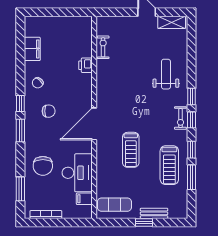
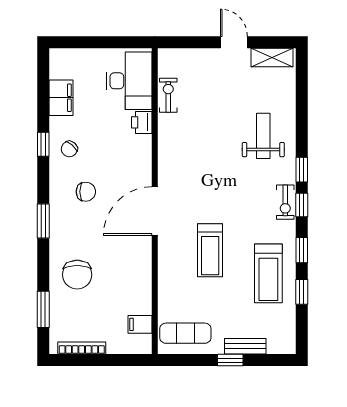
window: (20, 104) -> (43, 144), moved
desk: (77, 173) -> (129, 81), moved
window: (191, 177) -> (302, 292), width x0.67

